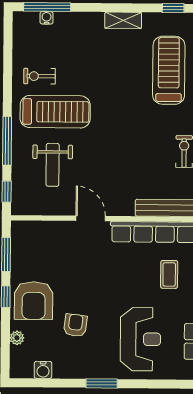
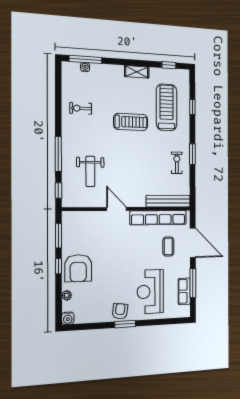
treadmill: (55, 112) -> (131, 122), moved, width x0.73, depth x0.73
armchair: (75, 325) -> (120, 311), moved
reception desk: (140, 339) -> (150, 292), turned 180
water cooler: (43, 370) -> (68, 318), moved

